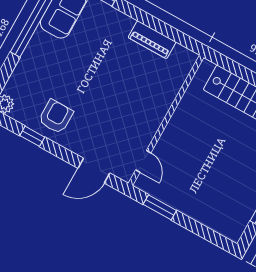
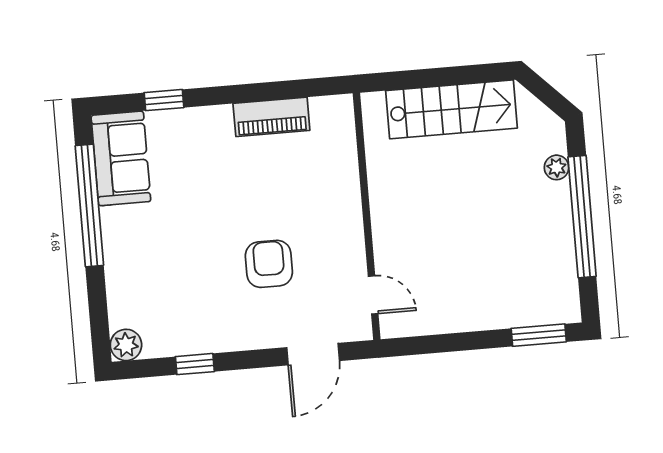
armchair: (56, 117) -> (269, 264), moved
window: (160, 207) -> (539, 335), moved

